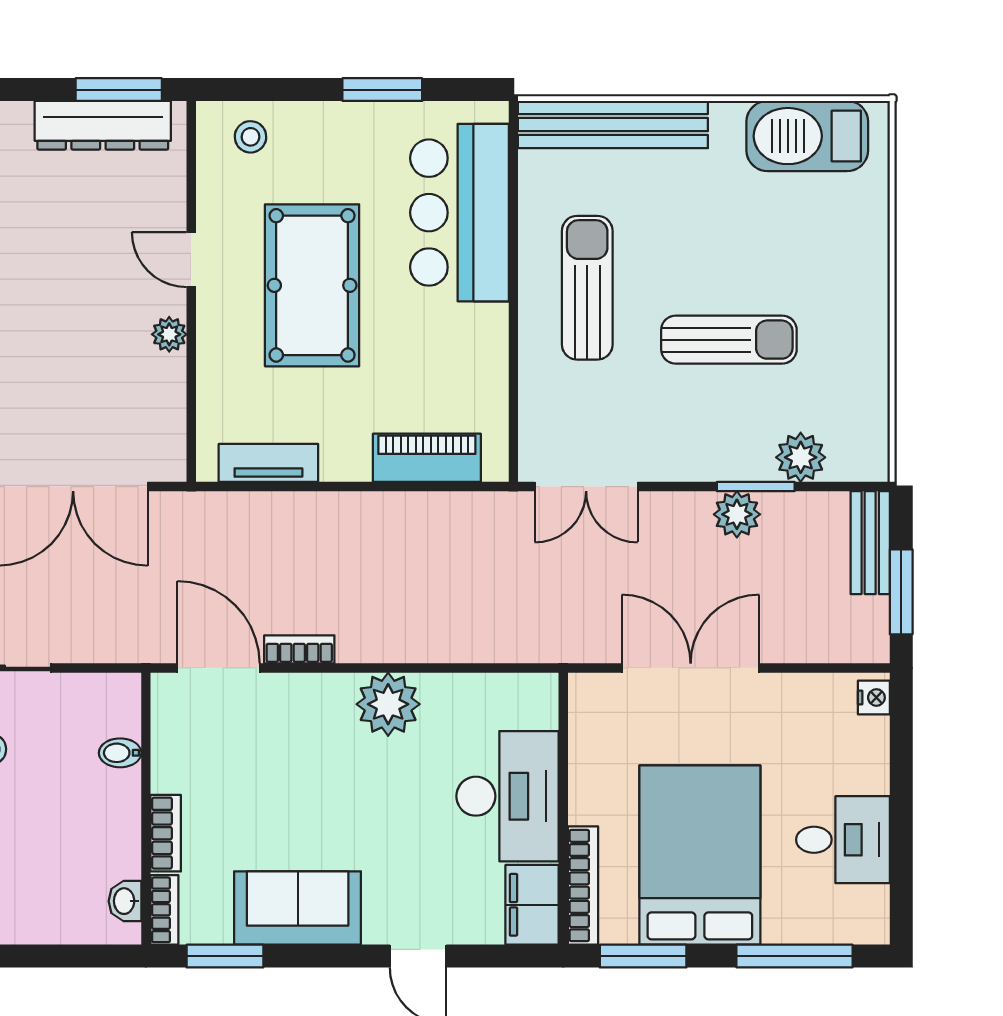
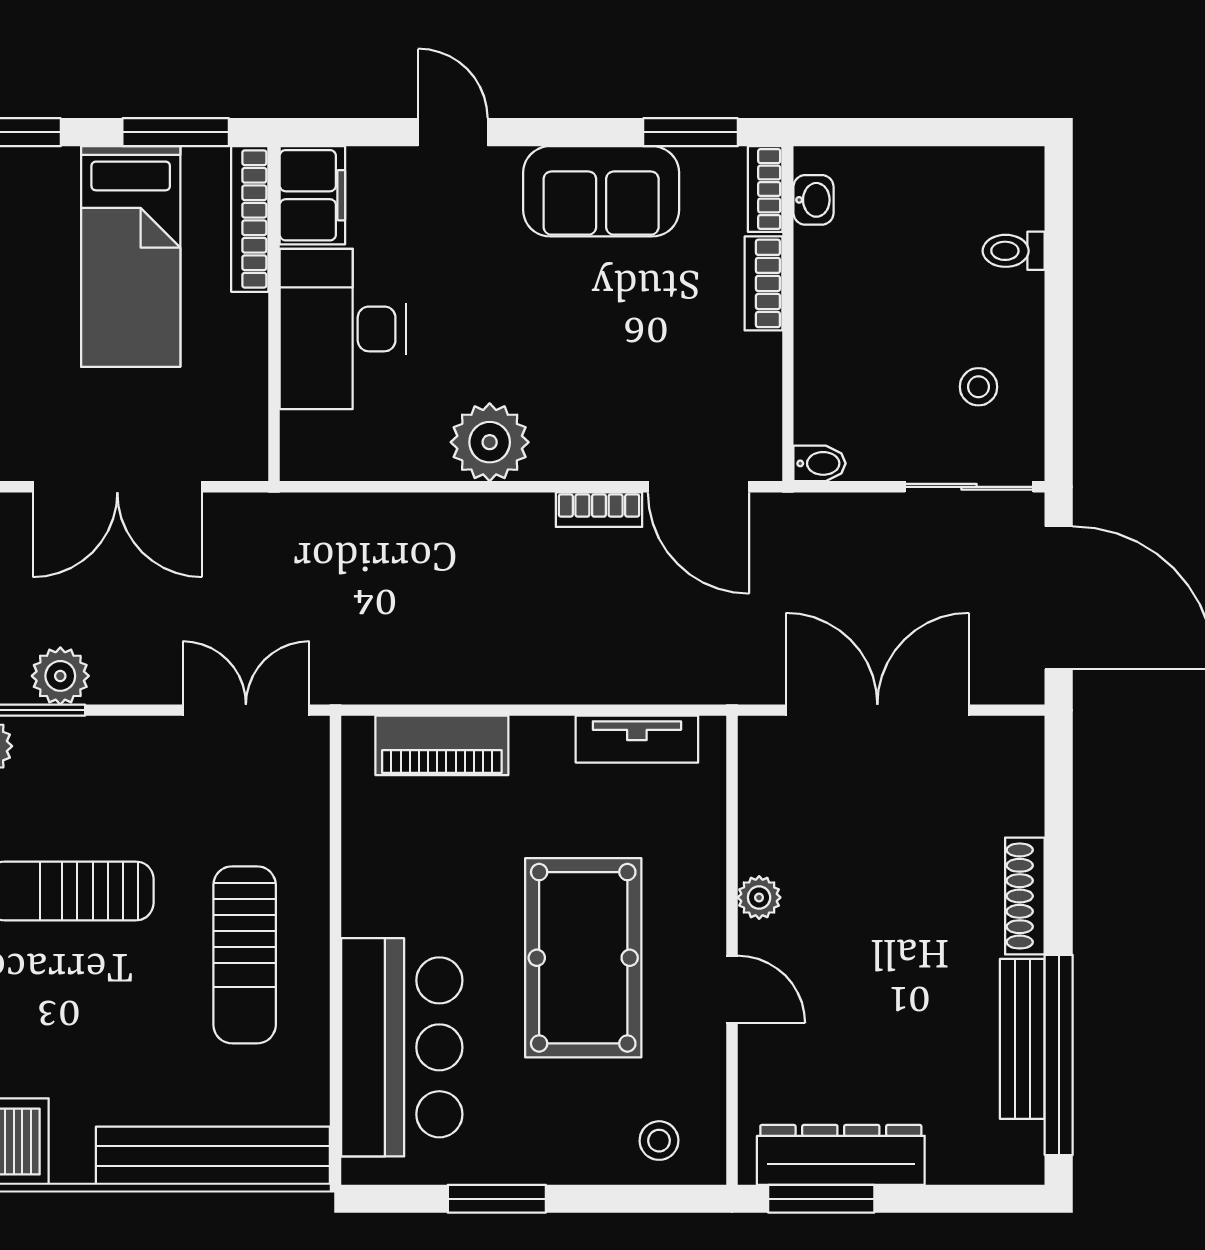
bidet: (120, 753) -> (820, 463), moved
bed: (700, 855) -> (131, 256), width x0.67

